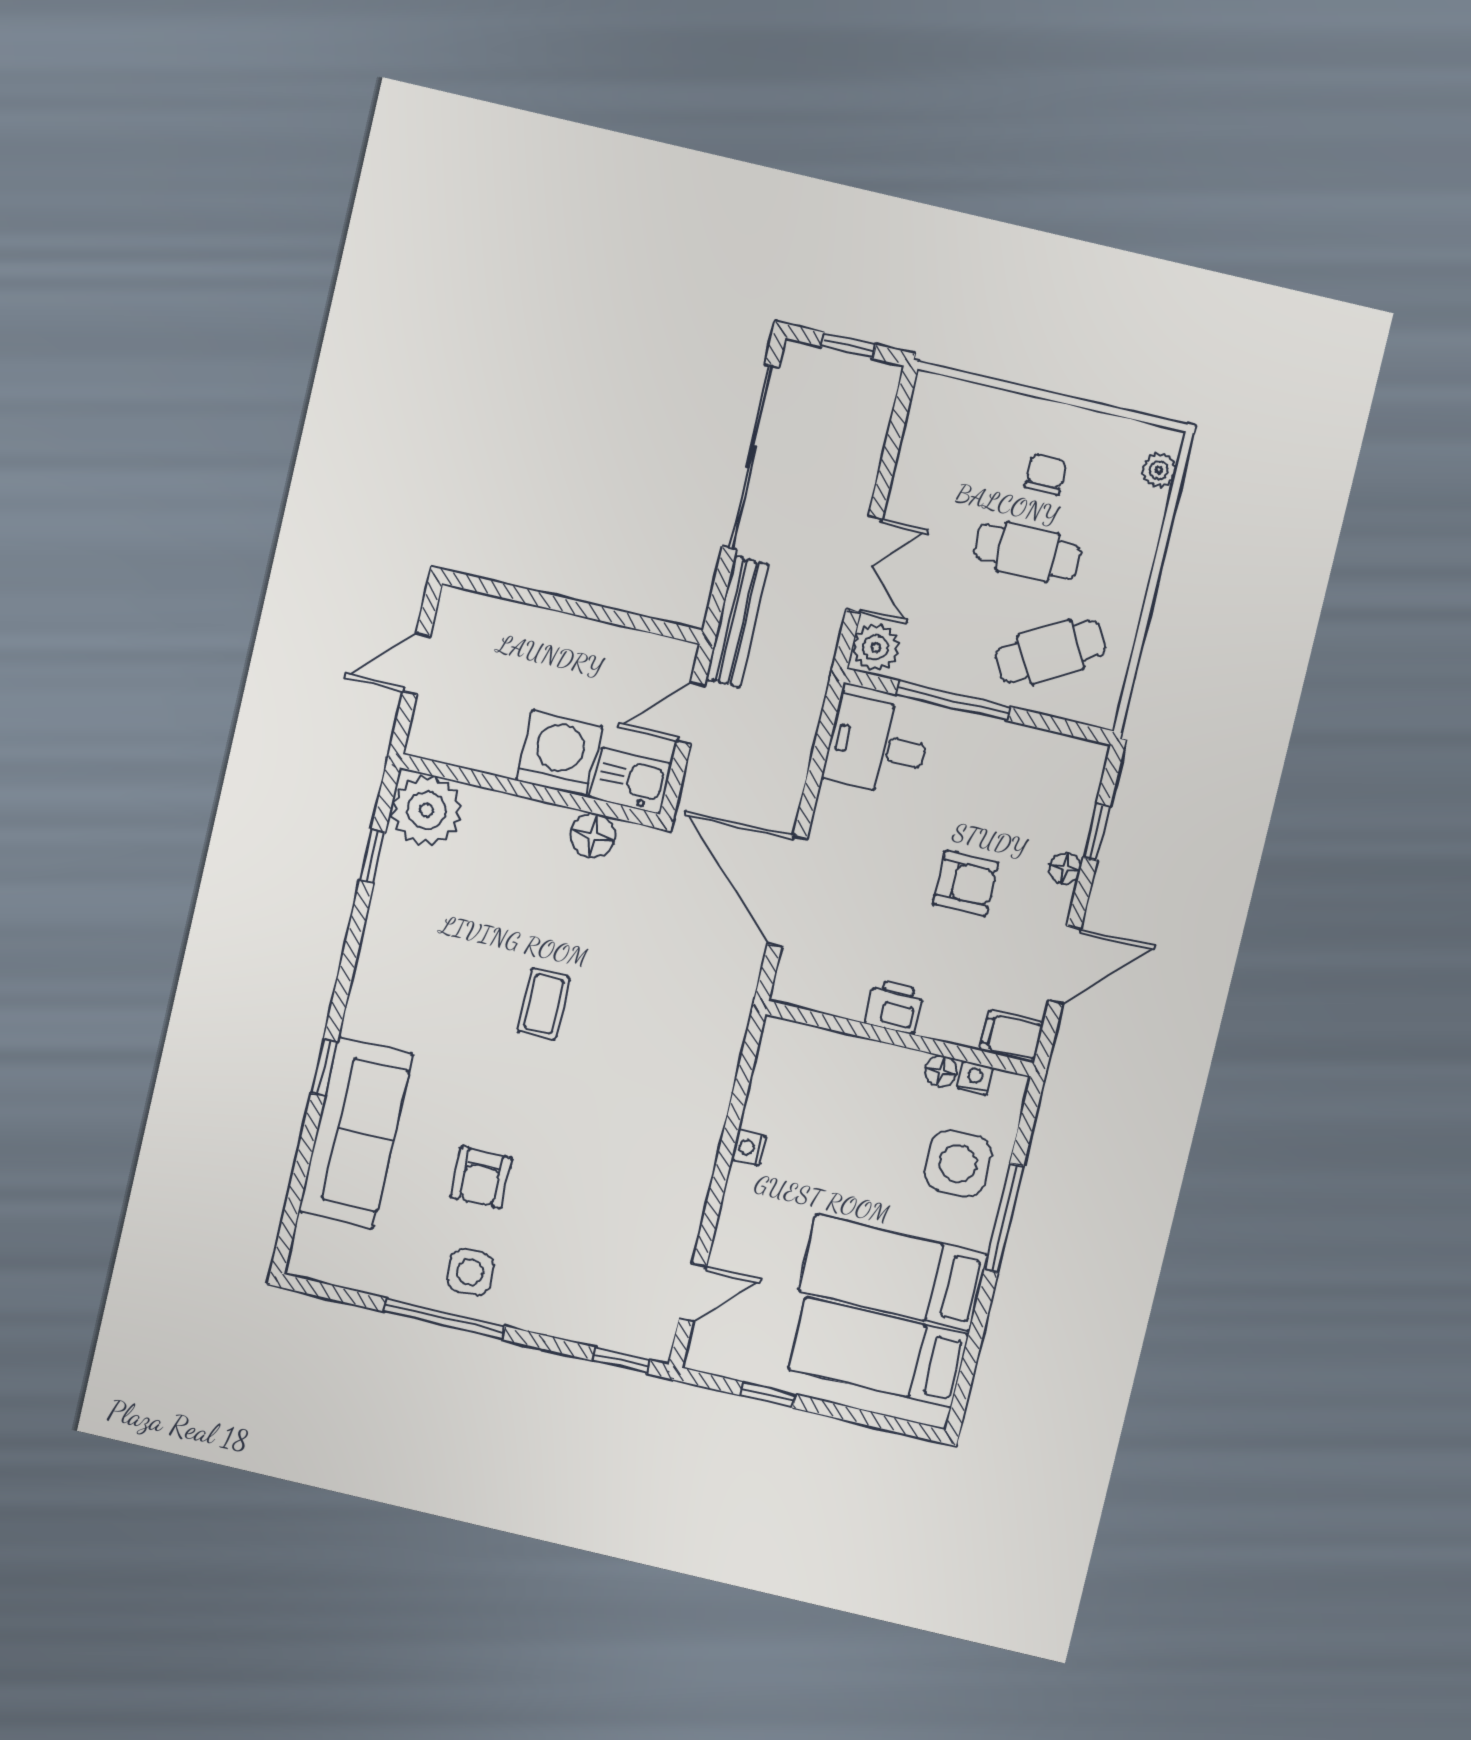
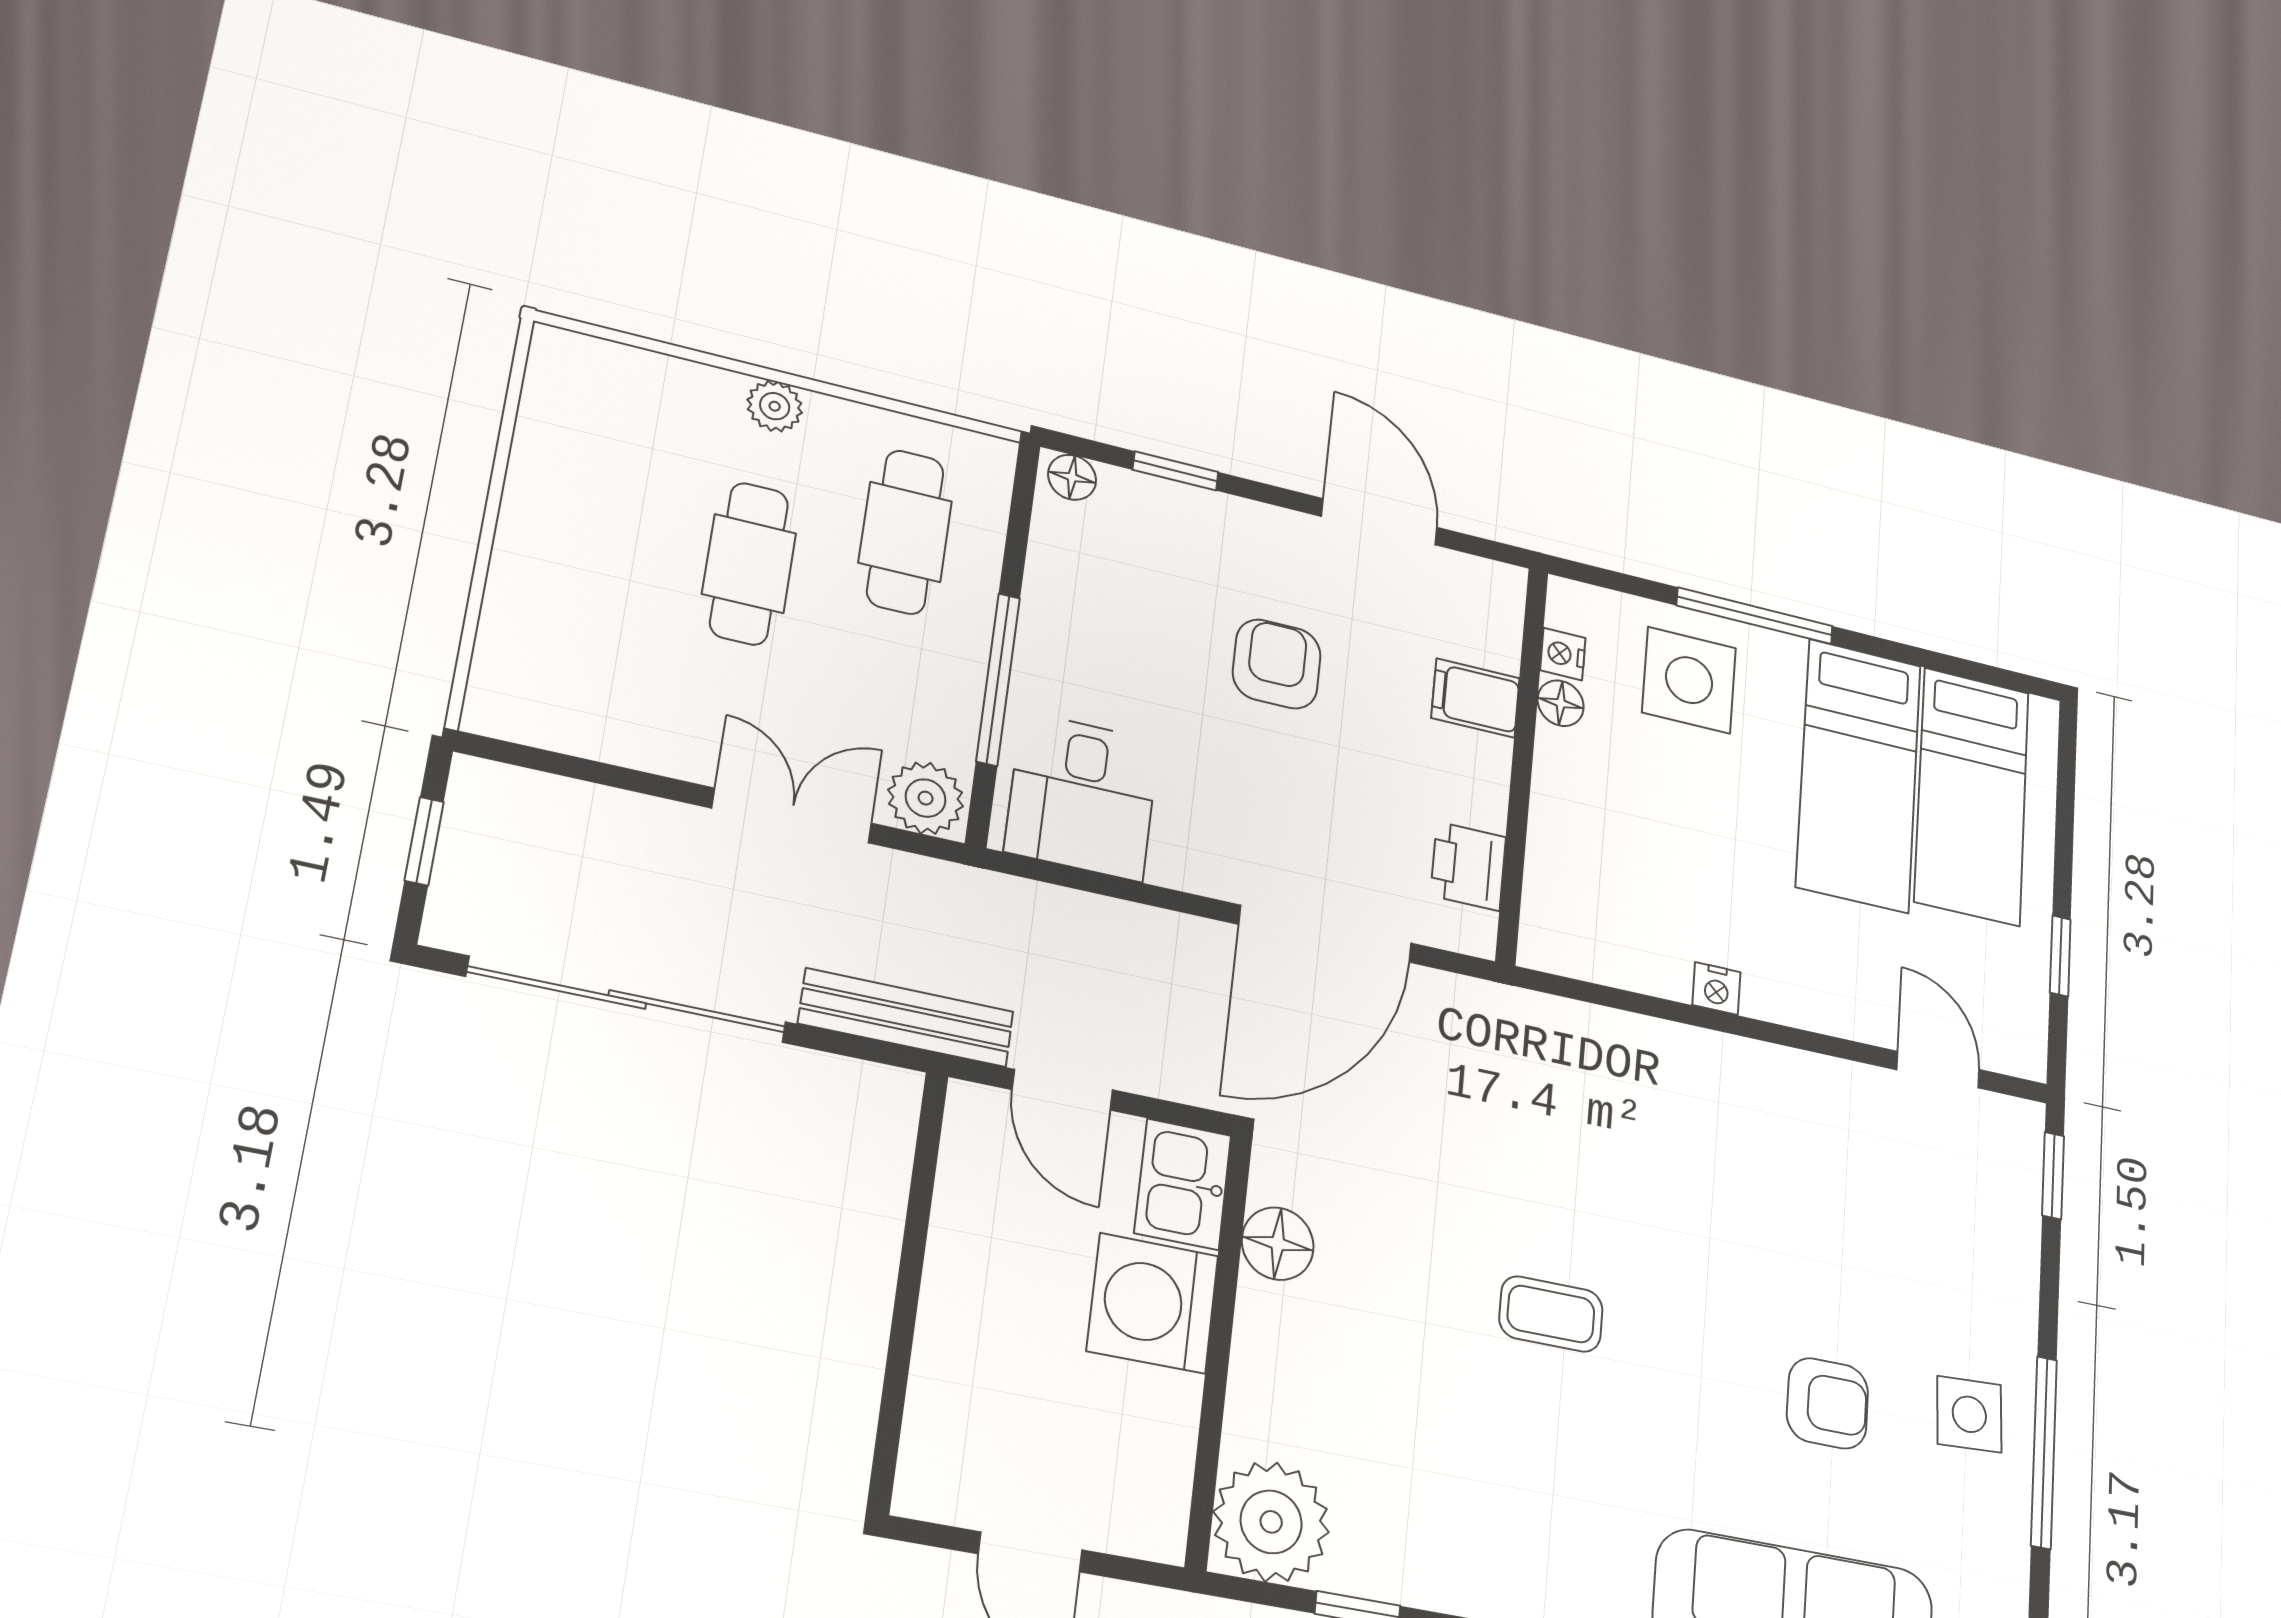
plant: (1159, 470) -> (775, 406), moved
chair: (1045, 474) -> (620, 534), removed
cafe table: (1051, 652) -> (905, 532), turned 30
floor lamp: (1065, 868) -> (1072, 477), moved
printer: (894, 1007) -> (1468, 866), moved
filing cabinet: (1012, 1036) -> (1475, 698), moved, turned 90

